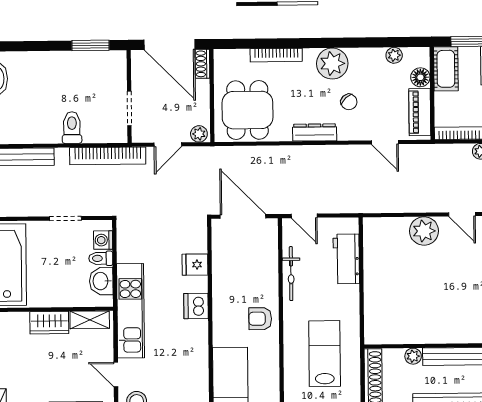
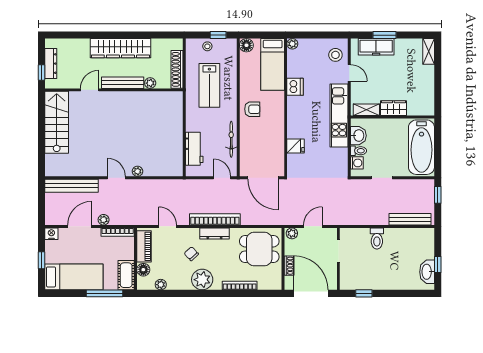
window: (91, 45) -> (364, 293), width x0.67
shoe rack: (203, 64) -> (289, 266), moved
dining table: (247, 110) -> (259, 249), turned 90
bookcase: (108, 156) -> (215, 219), moved
plant: (424, 231) -> (137, 171), width x0.53, depth x0.53
dishwasher: (196, 306) -> (295, 87), moved

